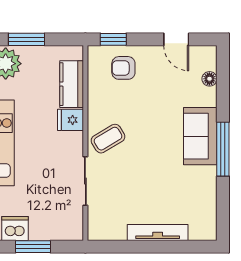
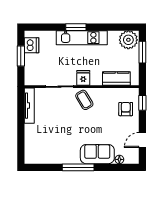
fridge: (71, 120) -> (83, 78), moved
sofa: (200, 136) -> (97, 154), moved
tv unit: (158, 232) -> (29, 106), moved

